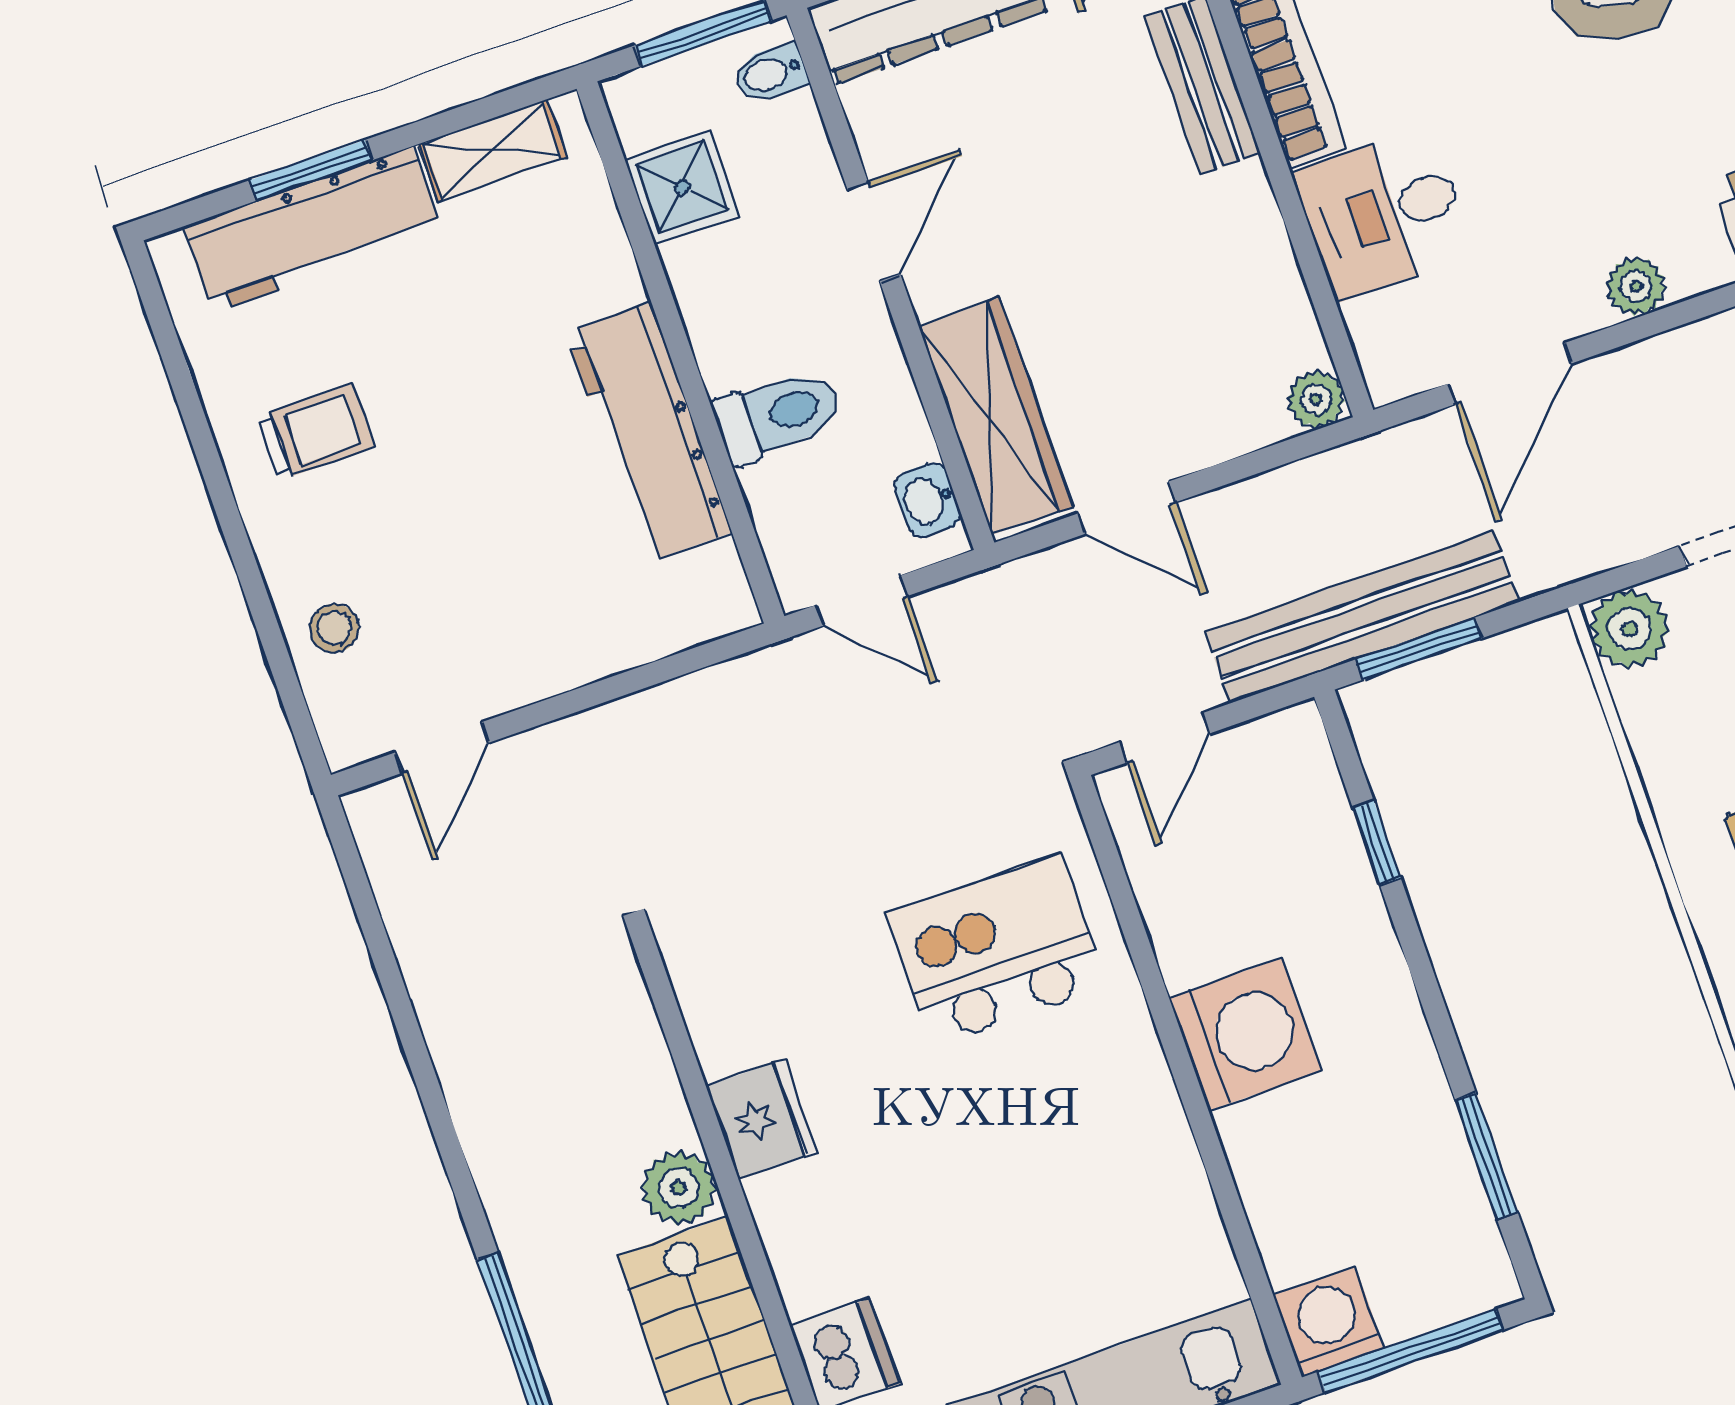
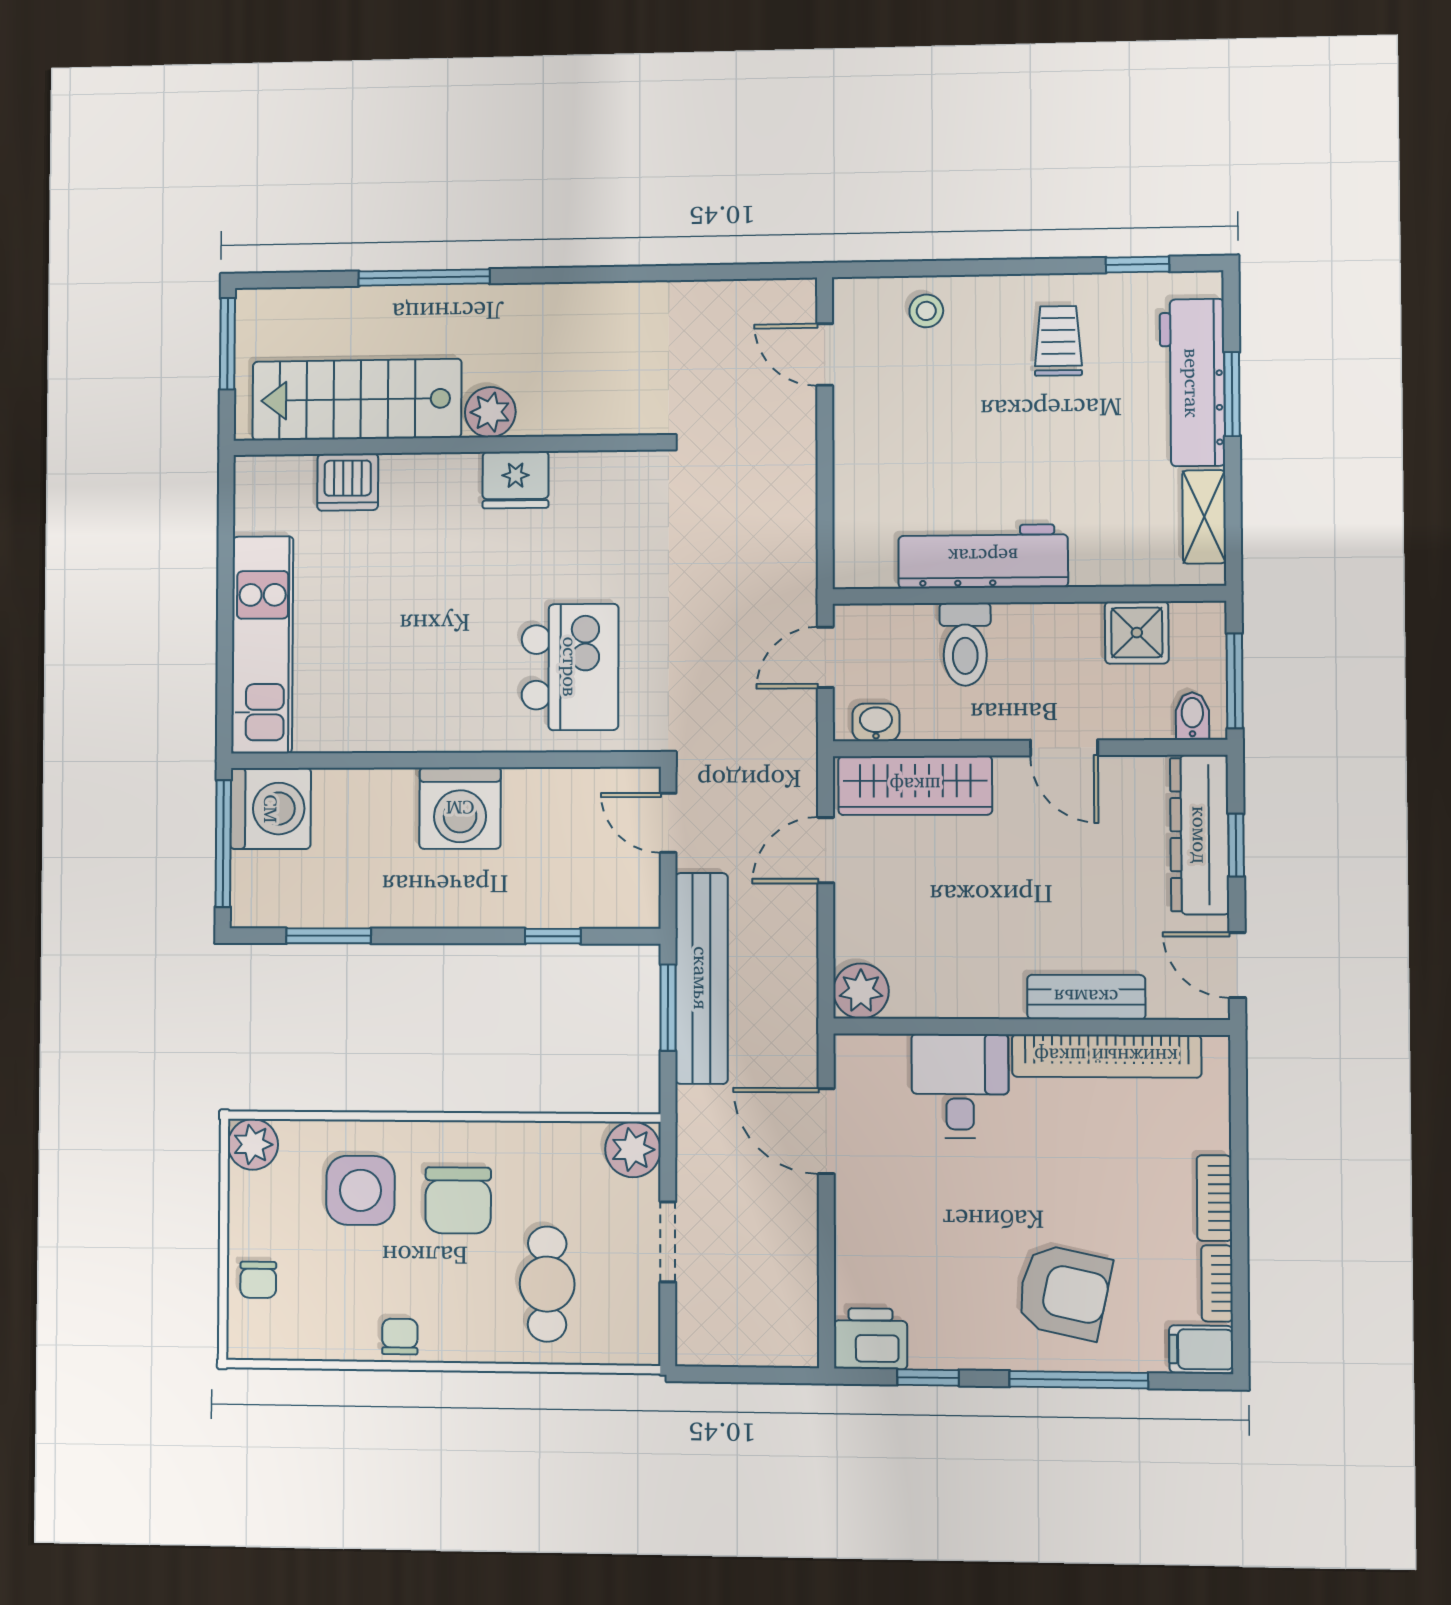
plant: (1636, 286) -> (855, 1235), removed
window: (174, 360) -> (1137, 265), added
plant: (1316, 399) -> (861, 991), width x1.38, depth x1.38
trolley: (316, 432) -> (1058, 341), turned 180
washing machine: (1329, 1322) -> (271, 809), width x1.37, depth x1.37

